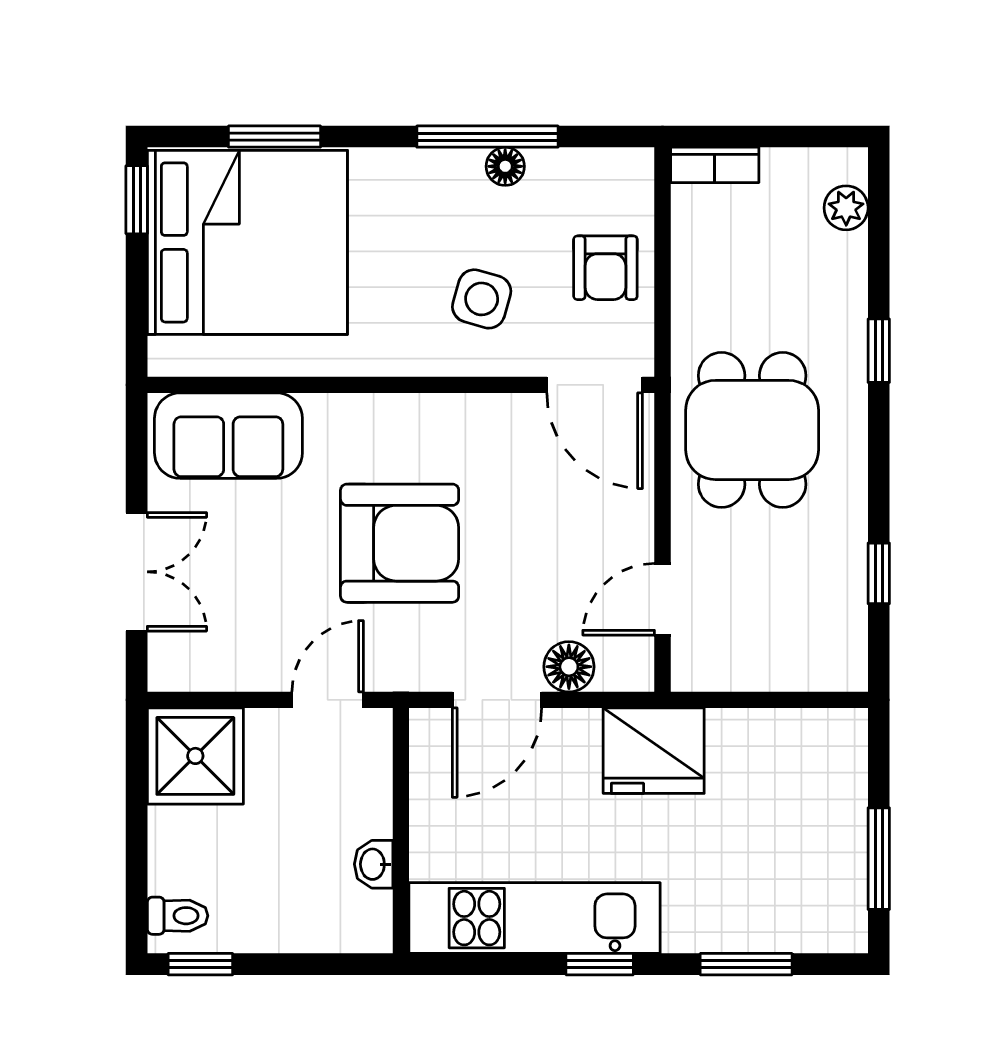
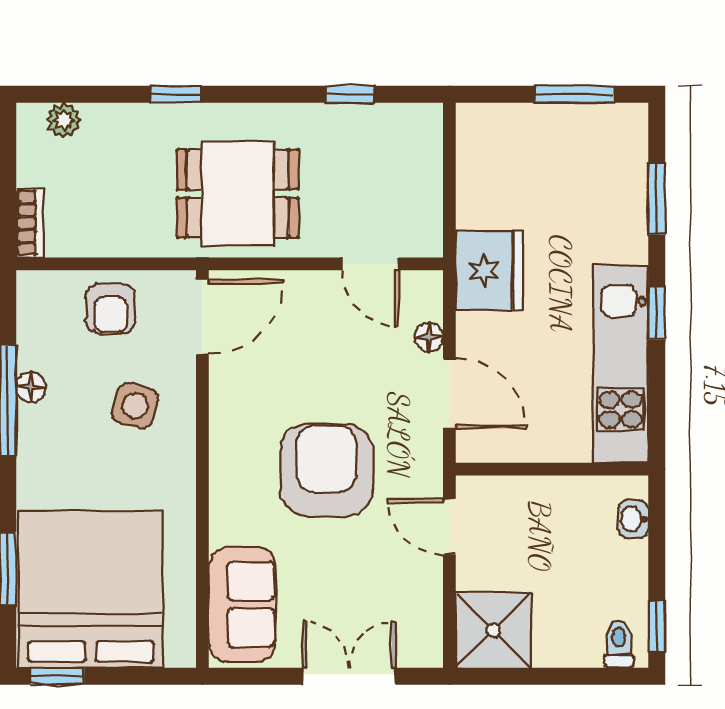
armchair: (605, 268) -> (111, 309), turned 90
floor lamp: (569, 667) -> (429, 337), width x0.73, depth x0.73
washbasin: (374, 864) -> (633, 519), moved, turned 90

